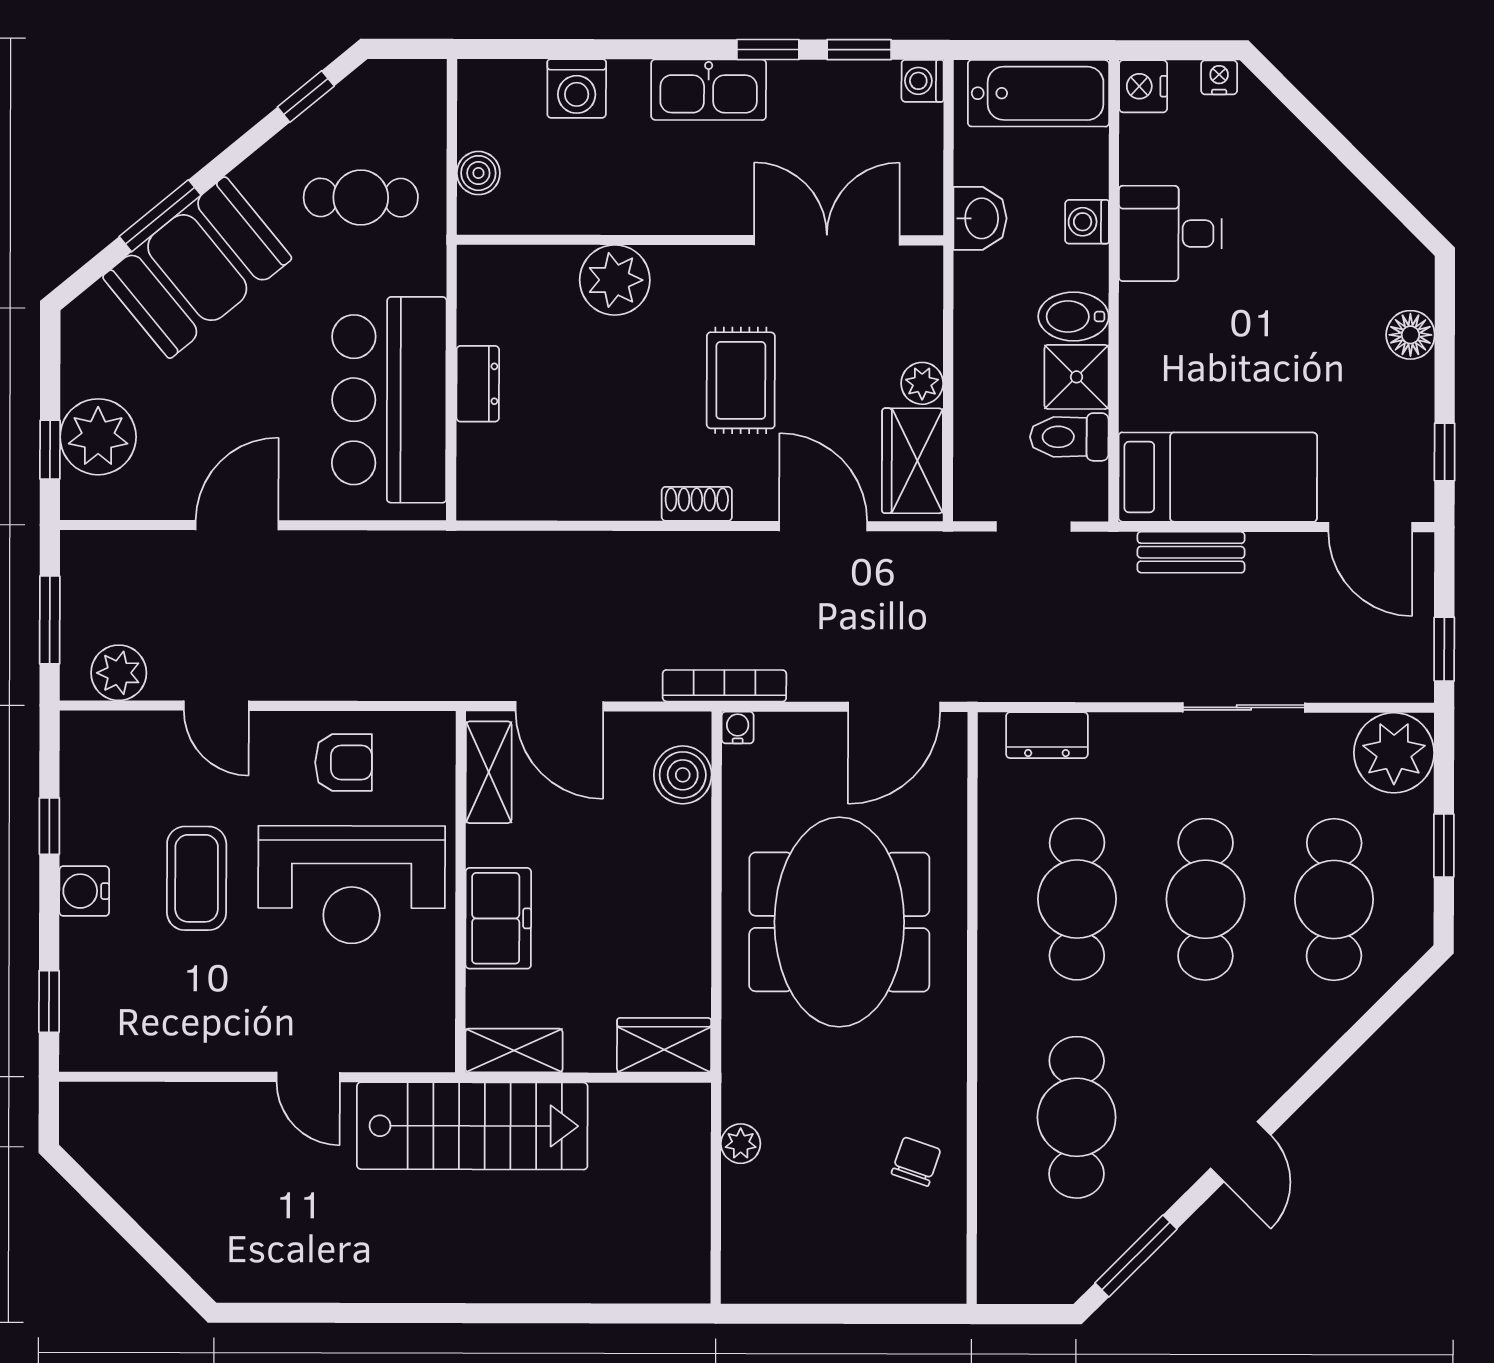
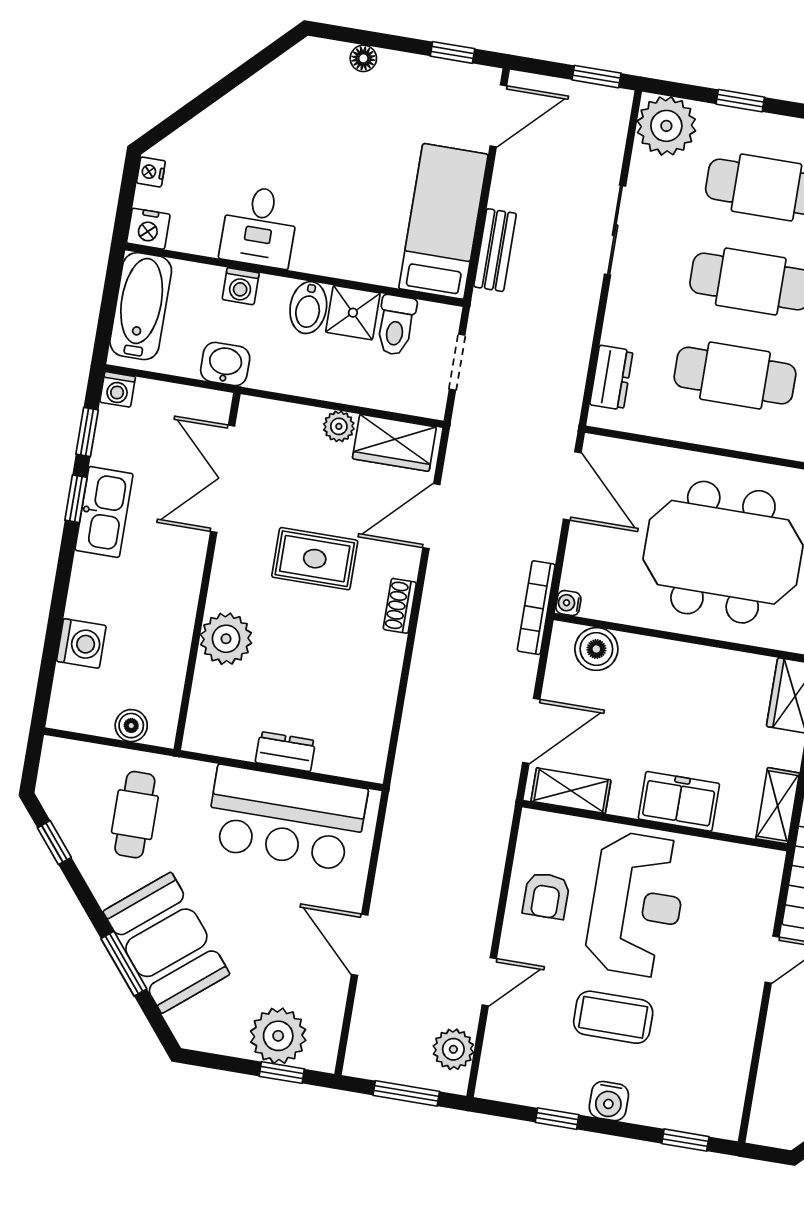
kitchen sink: (709, 90) -> (104, 512), moved
floor lamp: (1410, 335) -> (363, 58), width x0.73, depth x0.73
armchair: (343, 762) -> (546, 896), turned 180

